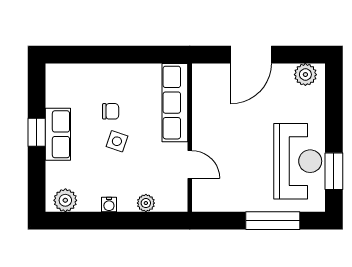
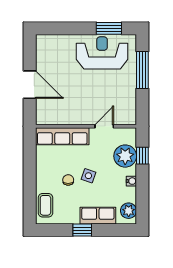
plant: (305, 75) -> (43, 48), removed
coffee table: (73, 78) -> (45, 205), added
row of seats: (58, 134) -> (98, 216), moved
plant: (146, 203) -> (125, 156), width x1.87, depth x1.87
window: (146, 221) -> (142, 156), added

